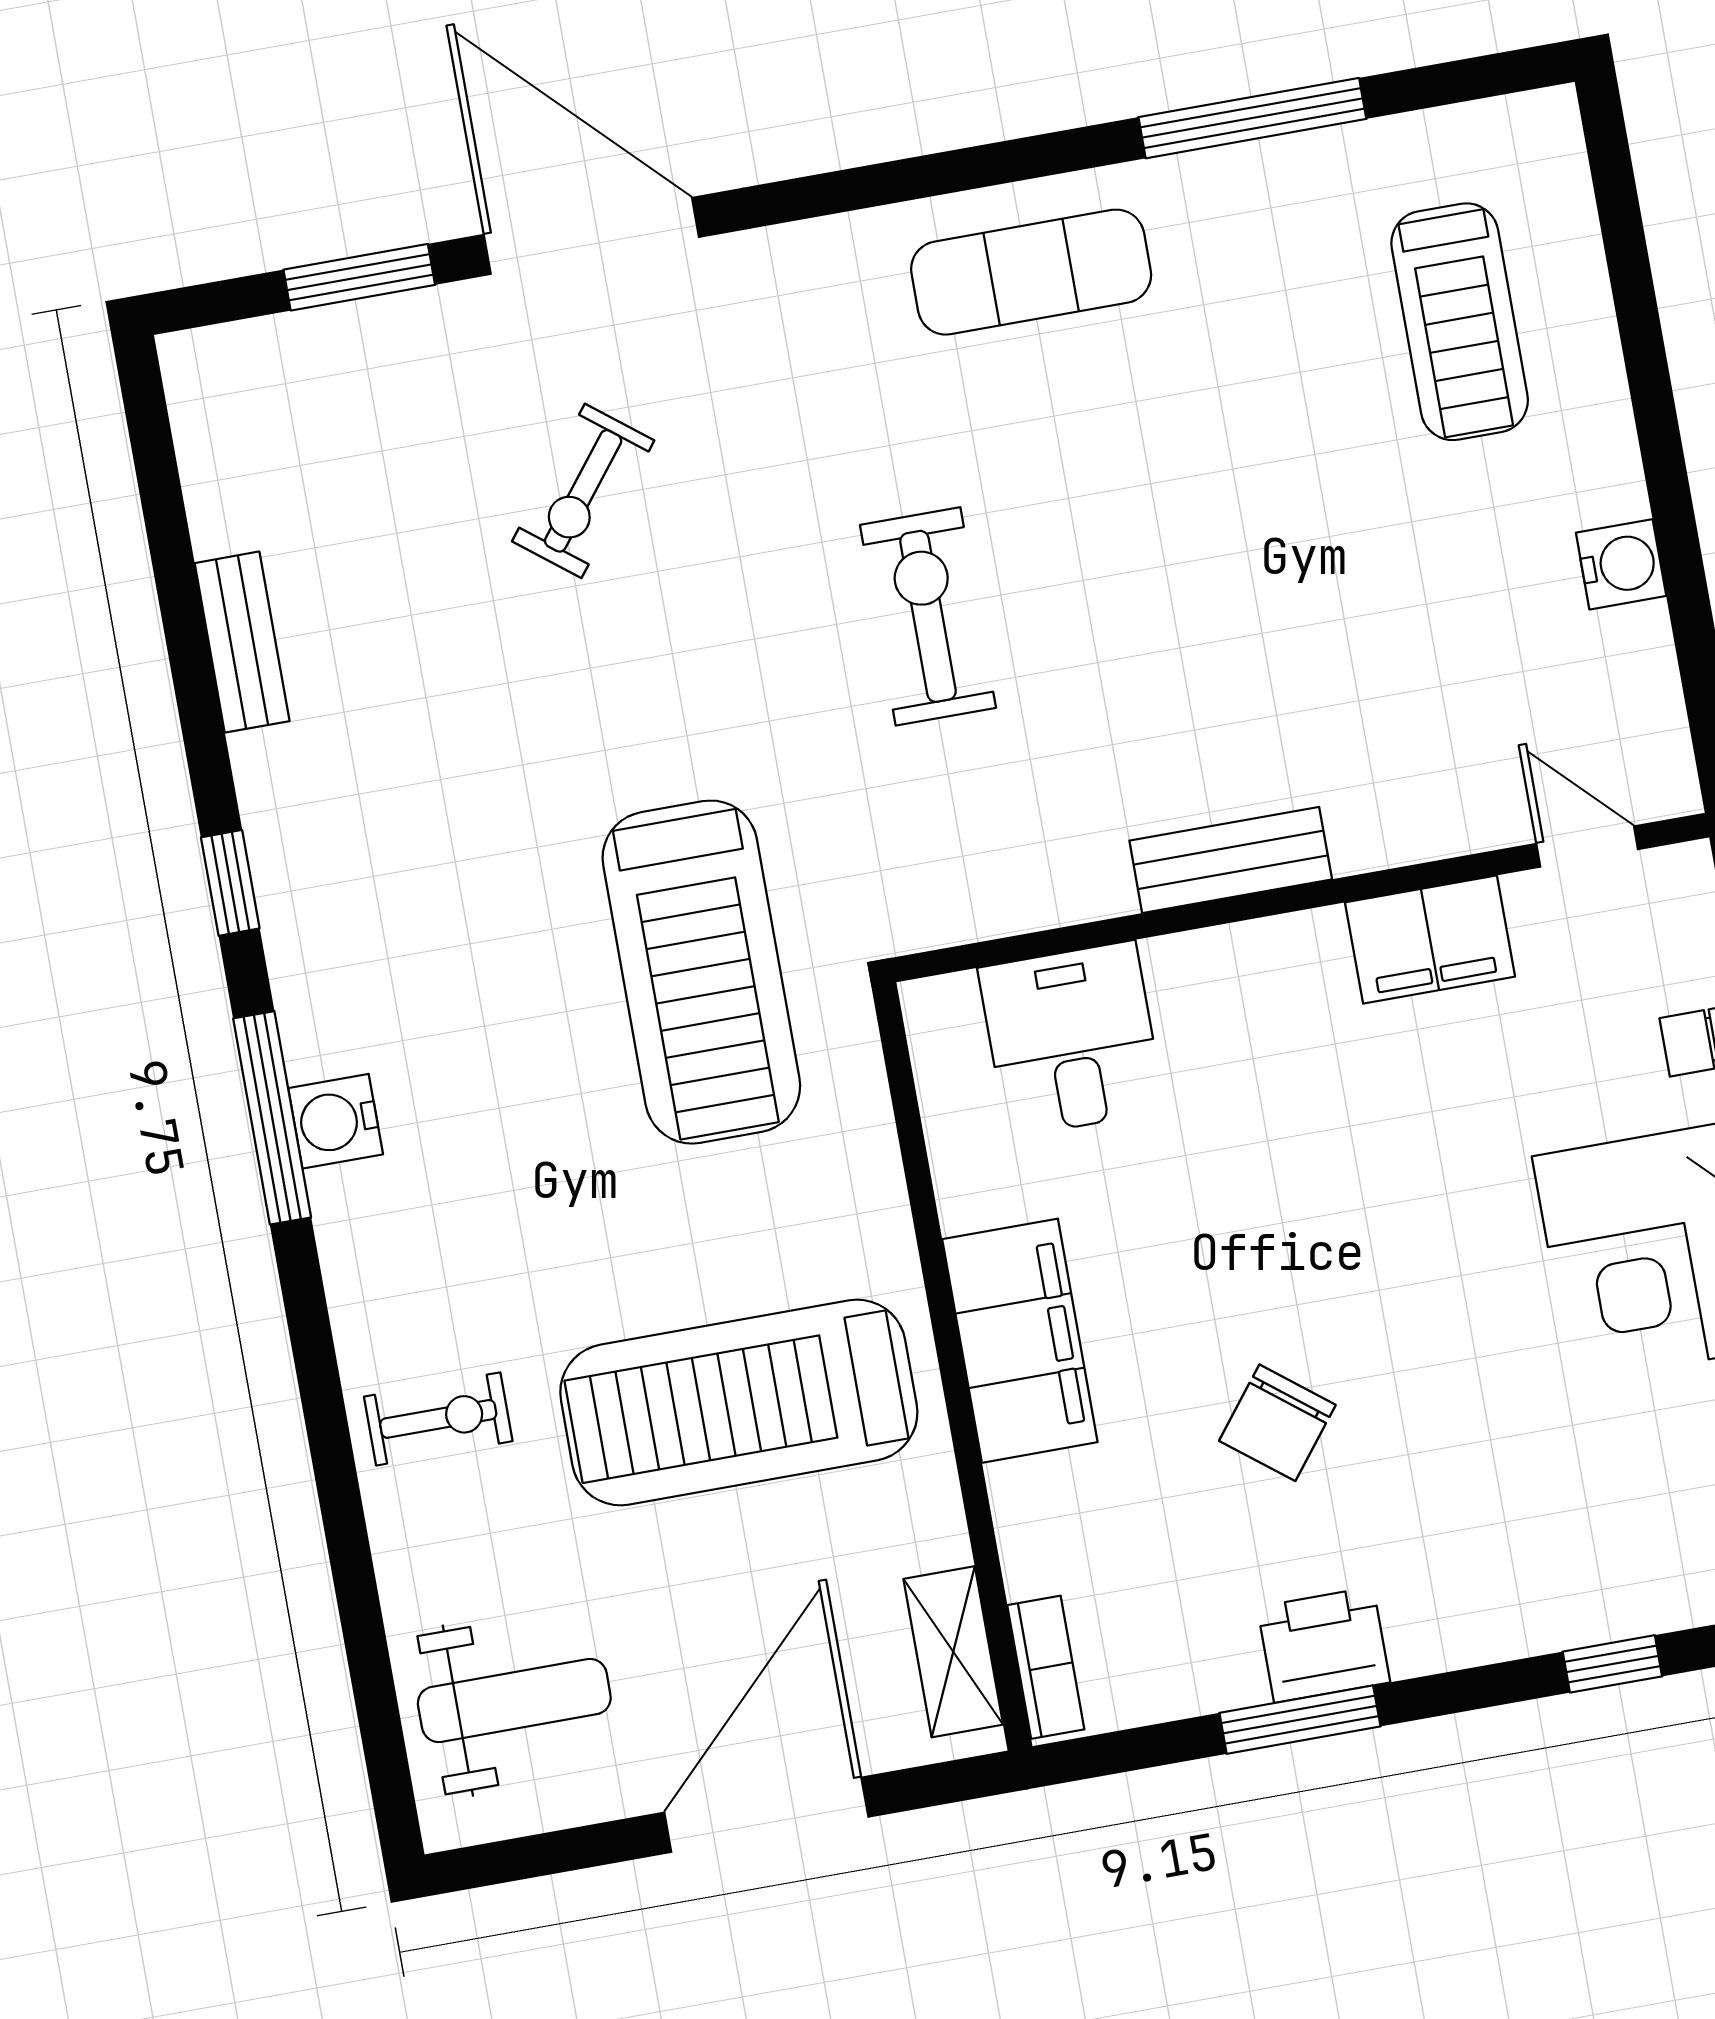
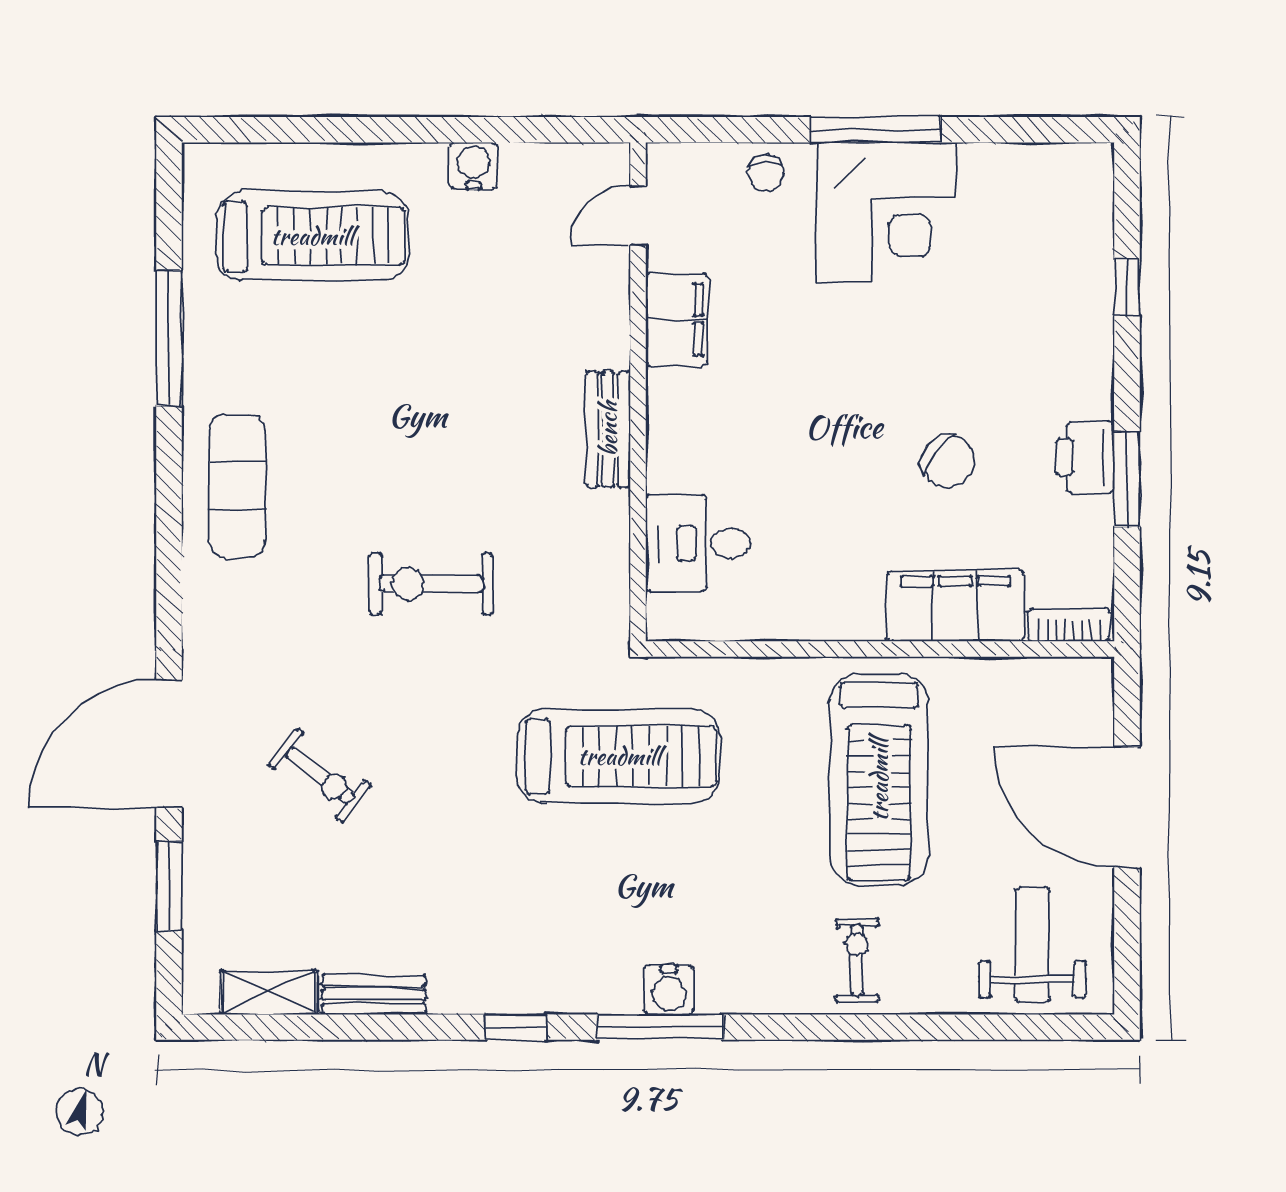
treadmill: (1460, 322) -> (312, 236), width x1.37, depth x1.38
filing cabinet: (1020, 1341) -> (955, 606), moved
shelving: (953, 1652) -> (269, 993), moved

